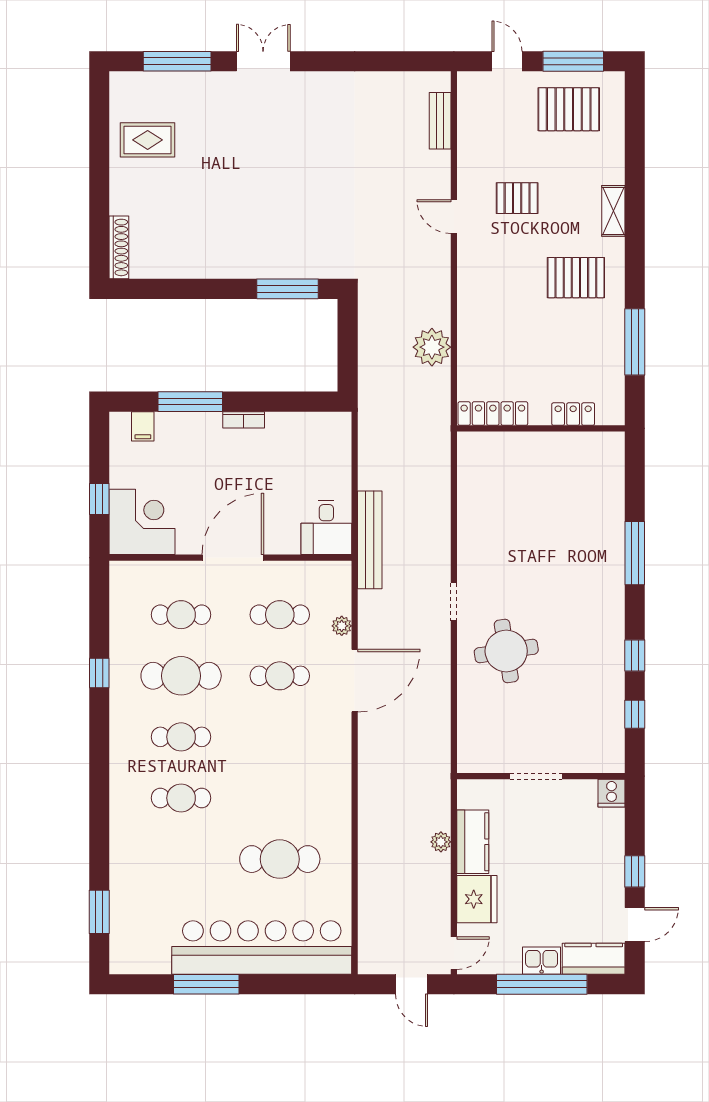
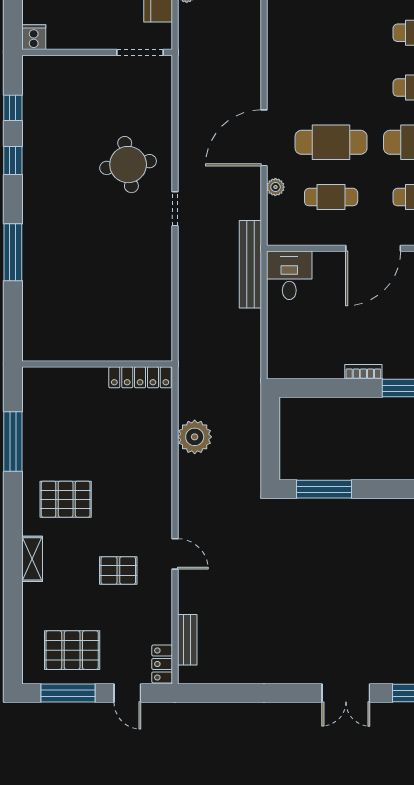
locker: (573, 414) -> (162, 664), moved, turned 90
cafe table: (280, 676) -> (331, 142), width x1.37, depth x1.35
doorway: (536, 776) -> (140, 52), moved

